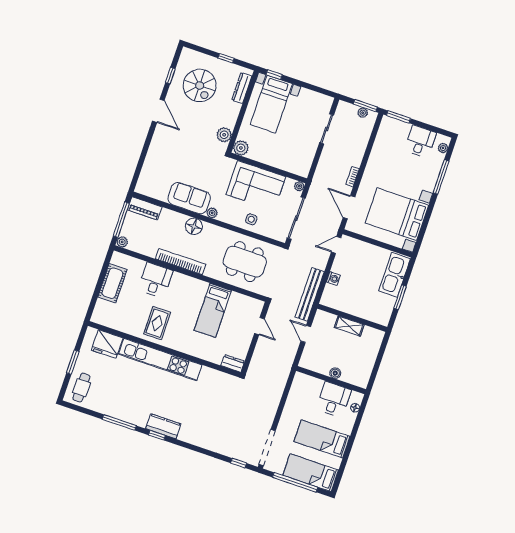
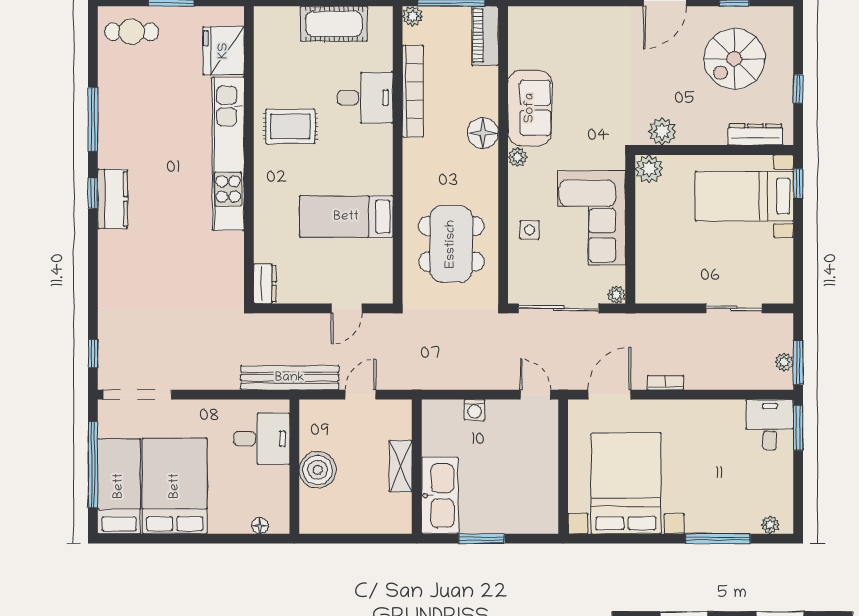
desk: (420, 141) -> (770, 425), moved, turned -90
bookcase: (180, 262) -> (413, 91), moved
kitchen sink: (395, 275) -> (440, 496), moved, turned 90
bench: (310, 294) -> (290, 378), moved
boiler: (335, 373) -> (318, 470), width x1.86, depth x1.86
desk: (334, 400) -> (262, 439), moved
bed: (322, 439) -> (175, 486), width x1.50

